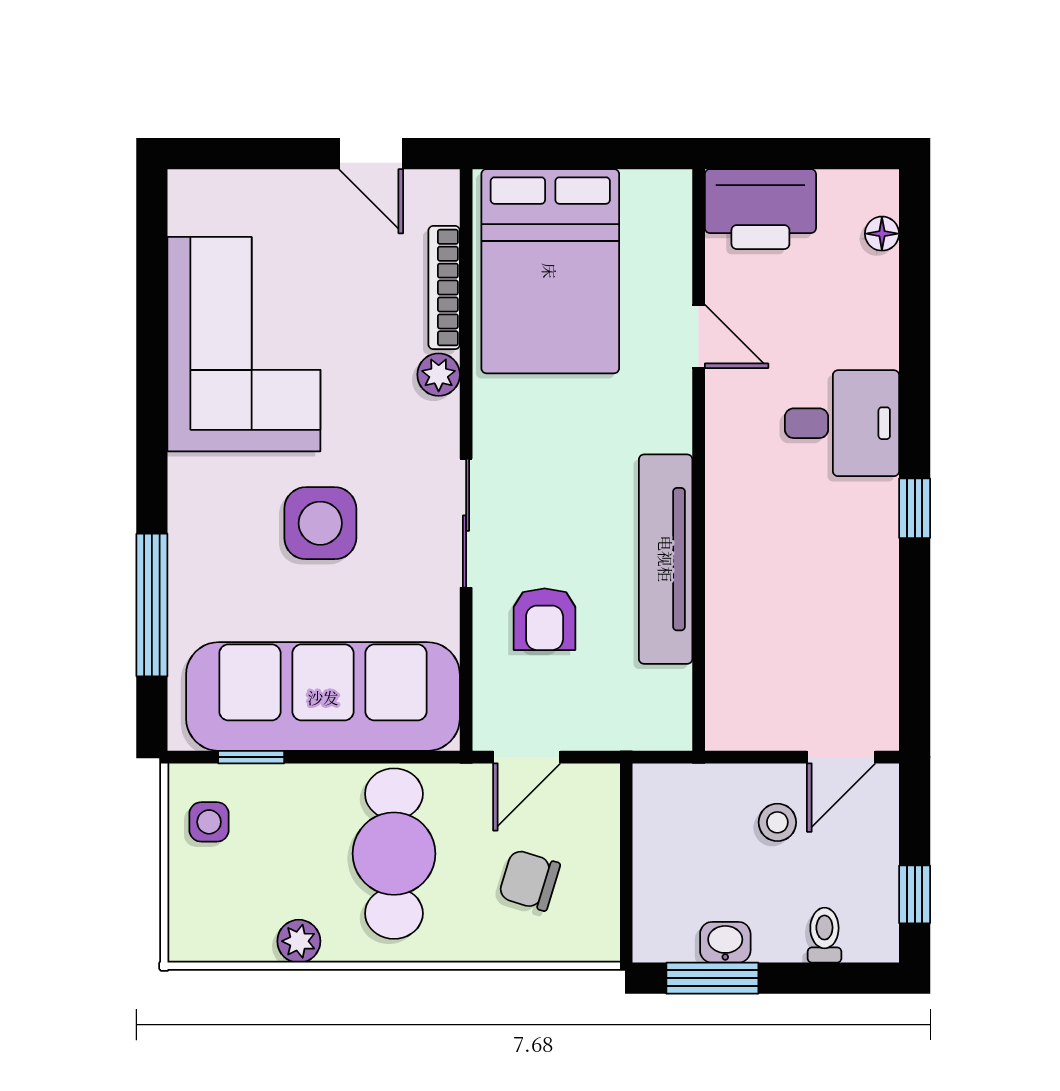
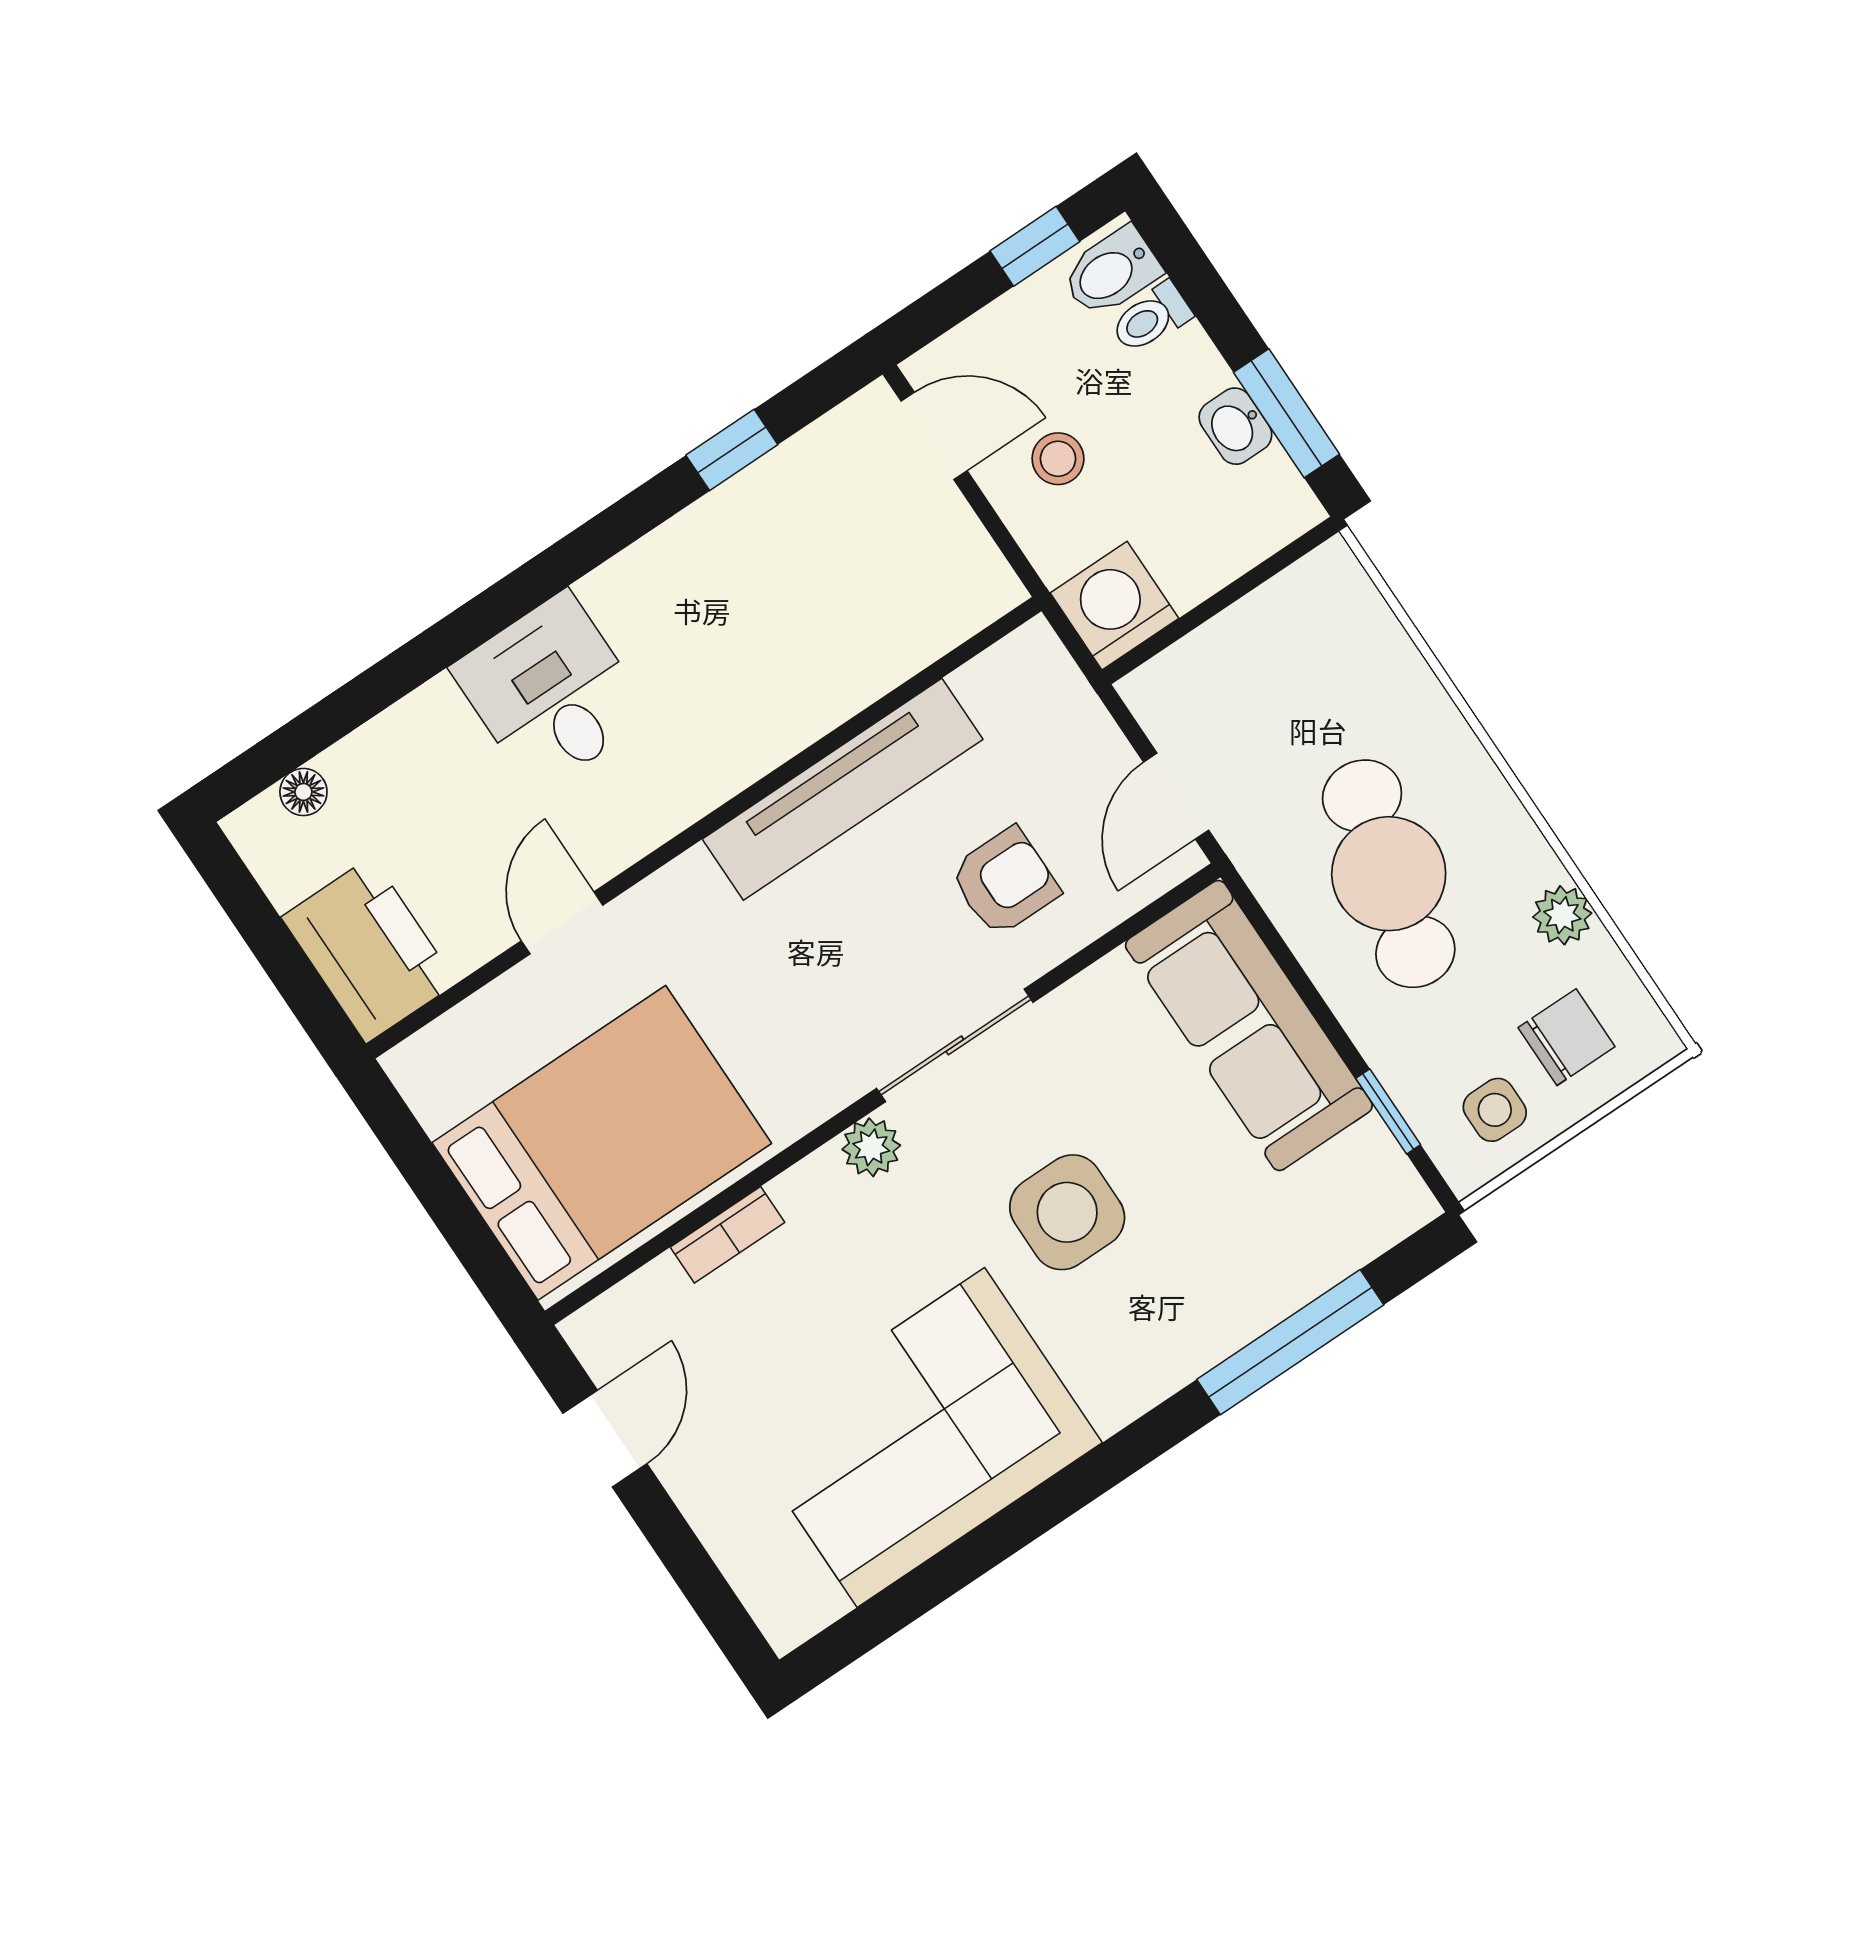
bookcase: (444, 288) -> (728, 1235), width x0.64
plant: (439, 375) -> (871, 1147), moved
window: (915, 508) -> (732, 450), moved
sofa: (323, 697) -> (1249, 1025), width x0.74, depth x0.79
door: (527, 757) -> (1176, 796), swing flipped
washing machine: (666, 797) -> (1114, 606), added
cafe table: (394, 854) -> (1389, 874), turned -75
chair: (529, 880) -> (1567, 1037), moved, turned -107
bidet: (868, 930) -> (1111, 272), added

